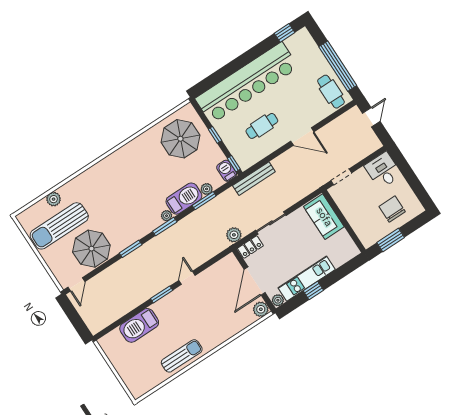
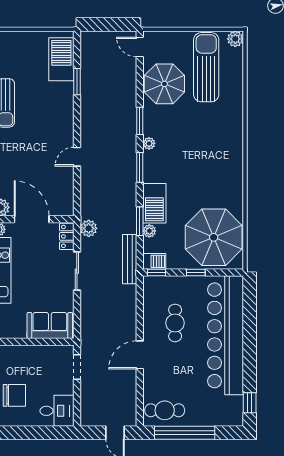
parasol: (180, 139) -> (214, 237), width x1.36, depth x1.36
bench: (254, 179) -> (130, 259), moved
plant: (54, 199) -> (235, 39), moved
plant: (167, 216) -> (149, 143), moved
door: (187, 278) -> (77, 157), swing flipped
window: (162, 294) -> (77, 82), moved
barbecue: (139, 325) -> (61, 59), moved

